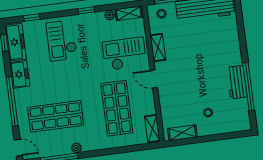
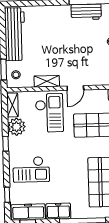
plant: (110, 15) -> (17, 127), width x1.88, depth x1.88
checkout: (124, 54) -> (49, 113), turned 180

